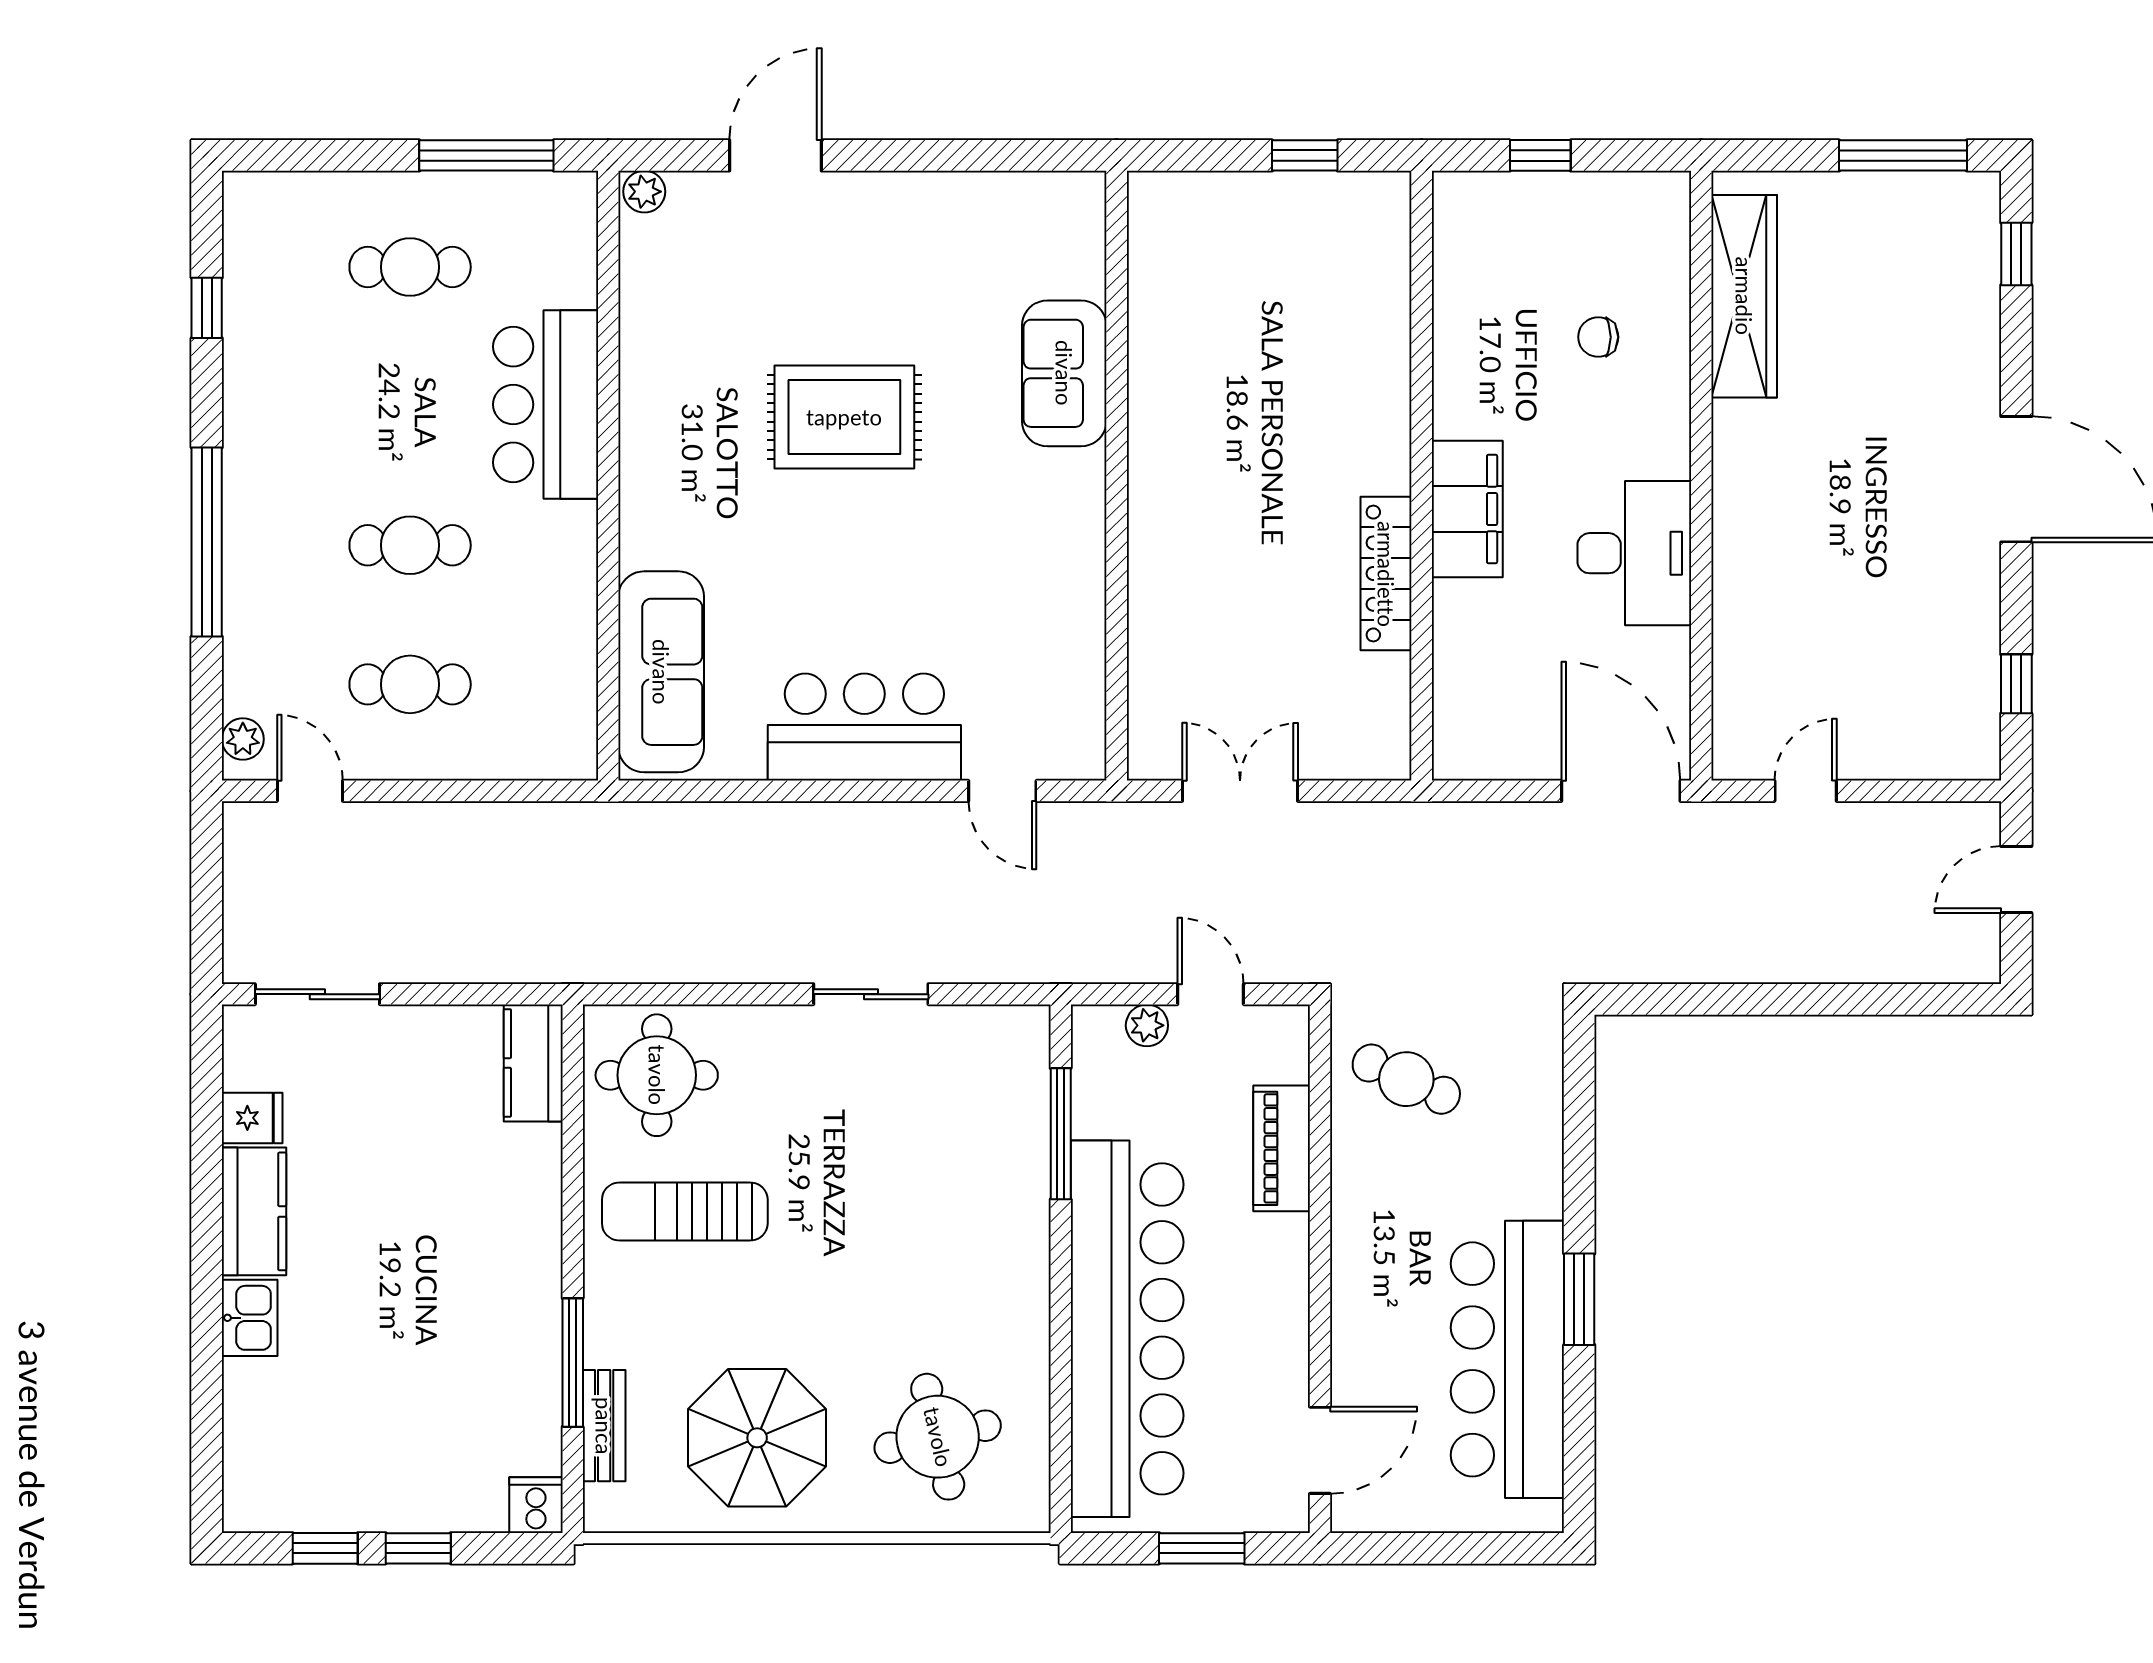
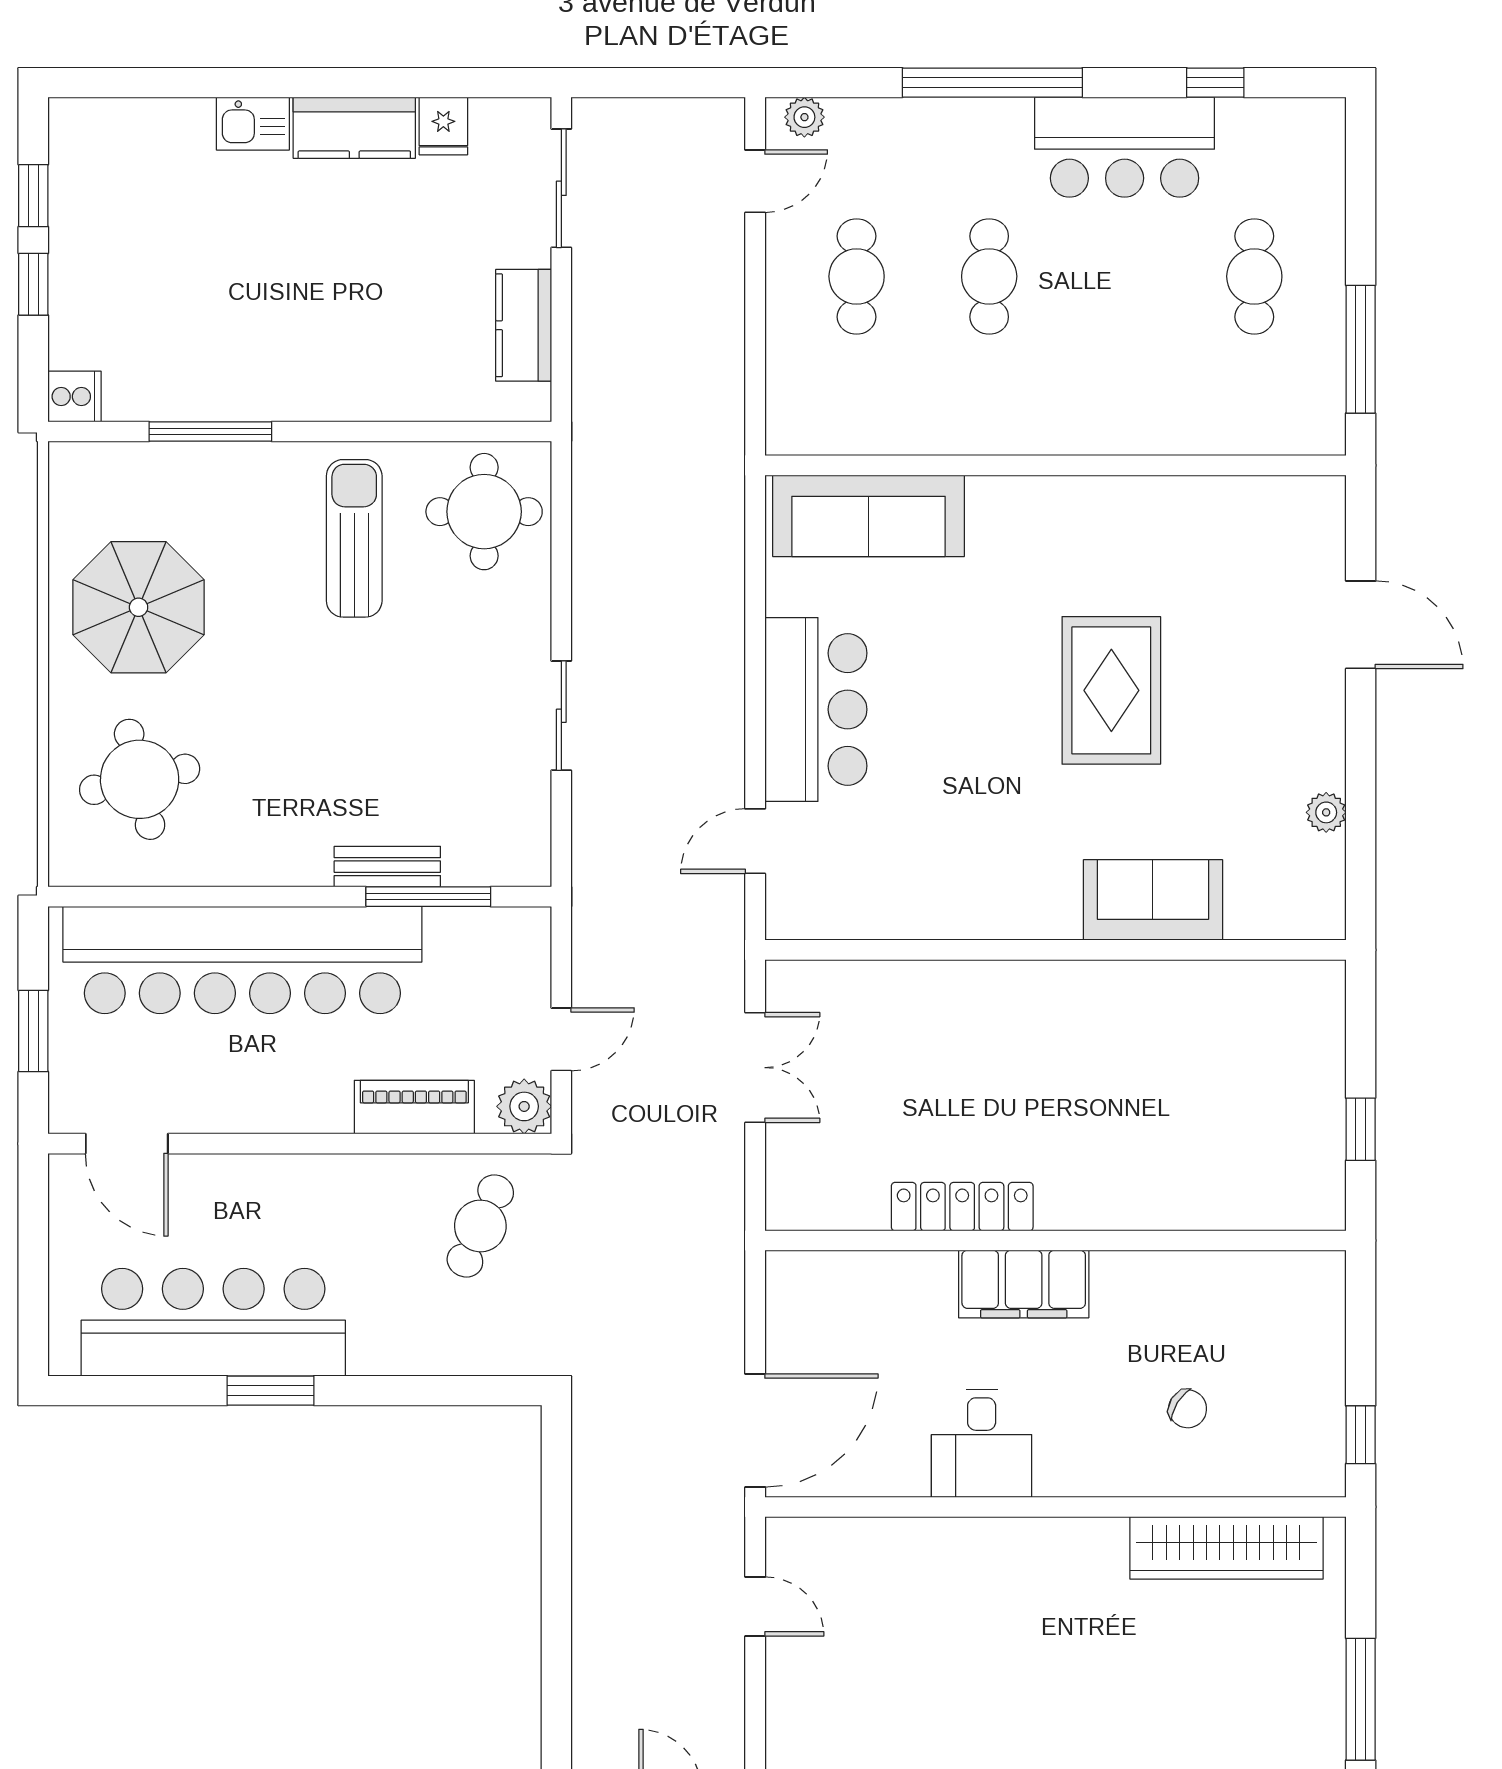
window: (1540, 155) -> (1361, 1435), moved
plant: (644, 192) -> (1326, 812), moved
chair: (1598, 337) -> (1188, 1409), turned 122
bar counter: (546, 405) -> (1125, 147), moved, turned 180
desk: (1634, 553) -> (982, 1443), width x0.73
plant: (1147, 1025) -> (524, 1106), moved, width x1.38, depth x1.38
kitchen counter: (533, 1063) -> (524, 325), moved, turned -90
bench: (604, 1426) -> (387, 867), moved

